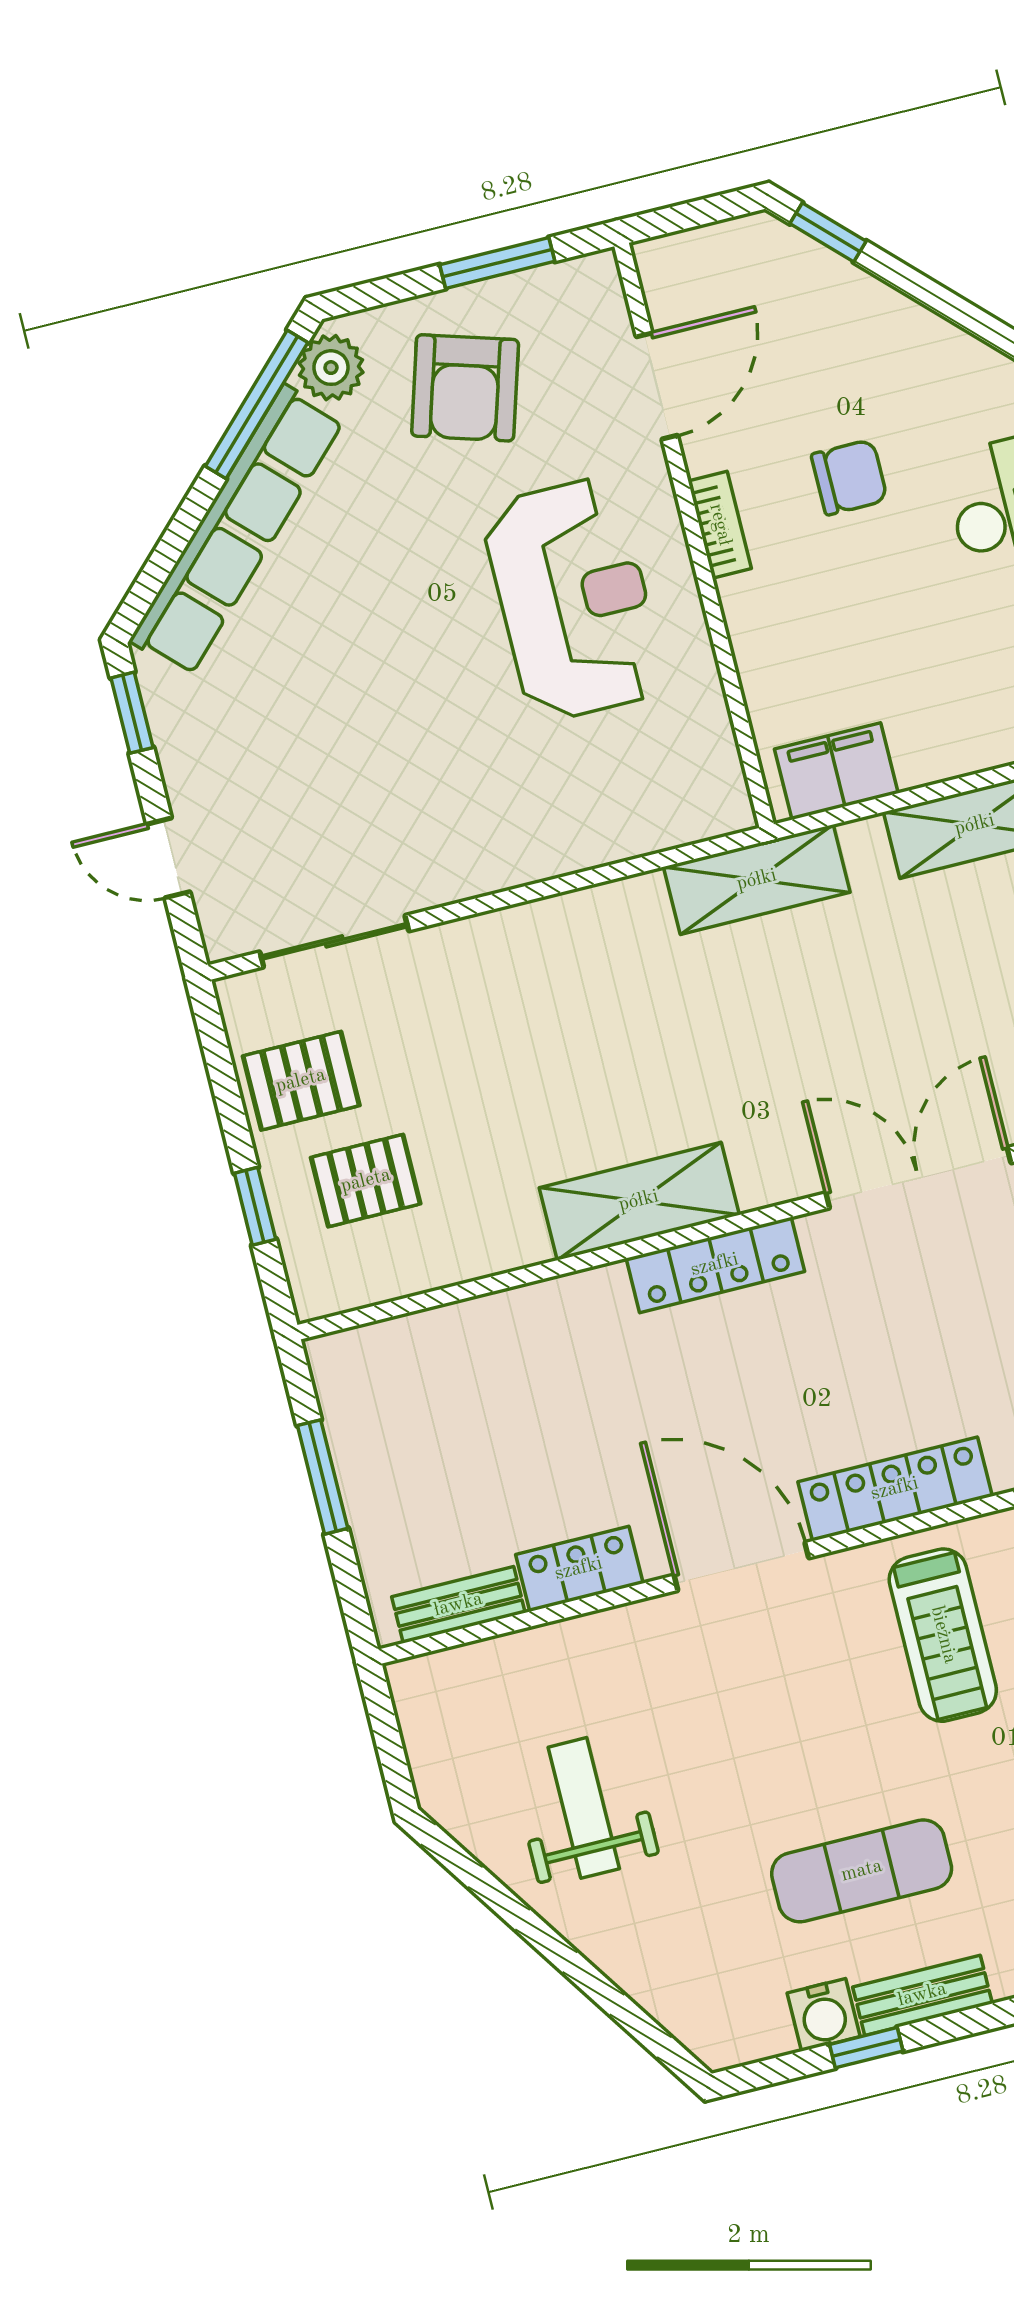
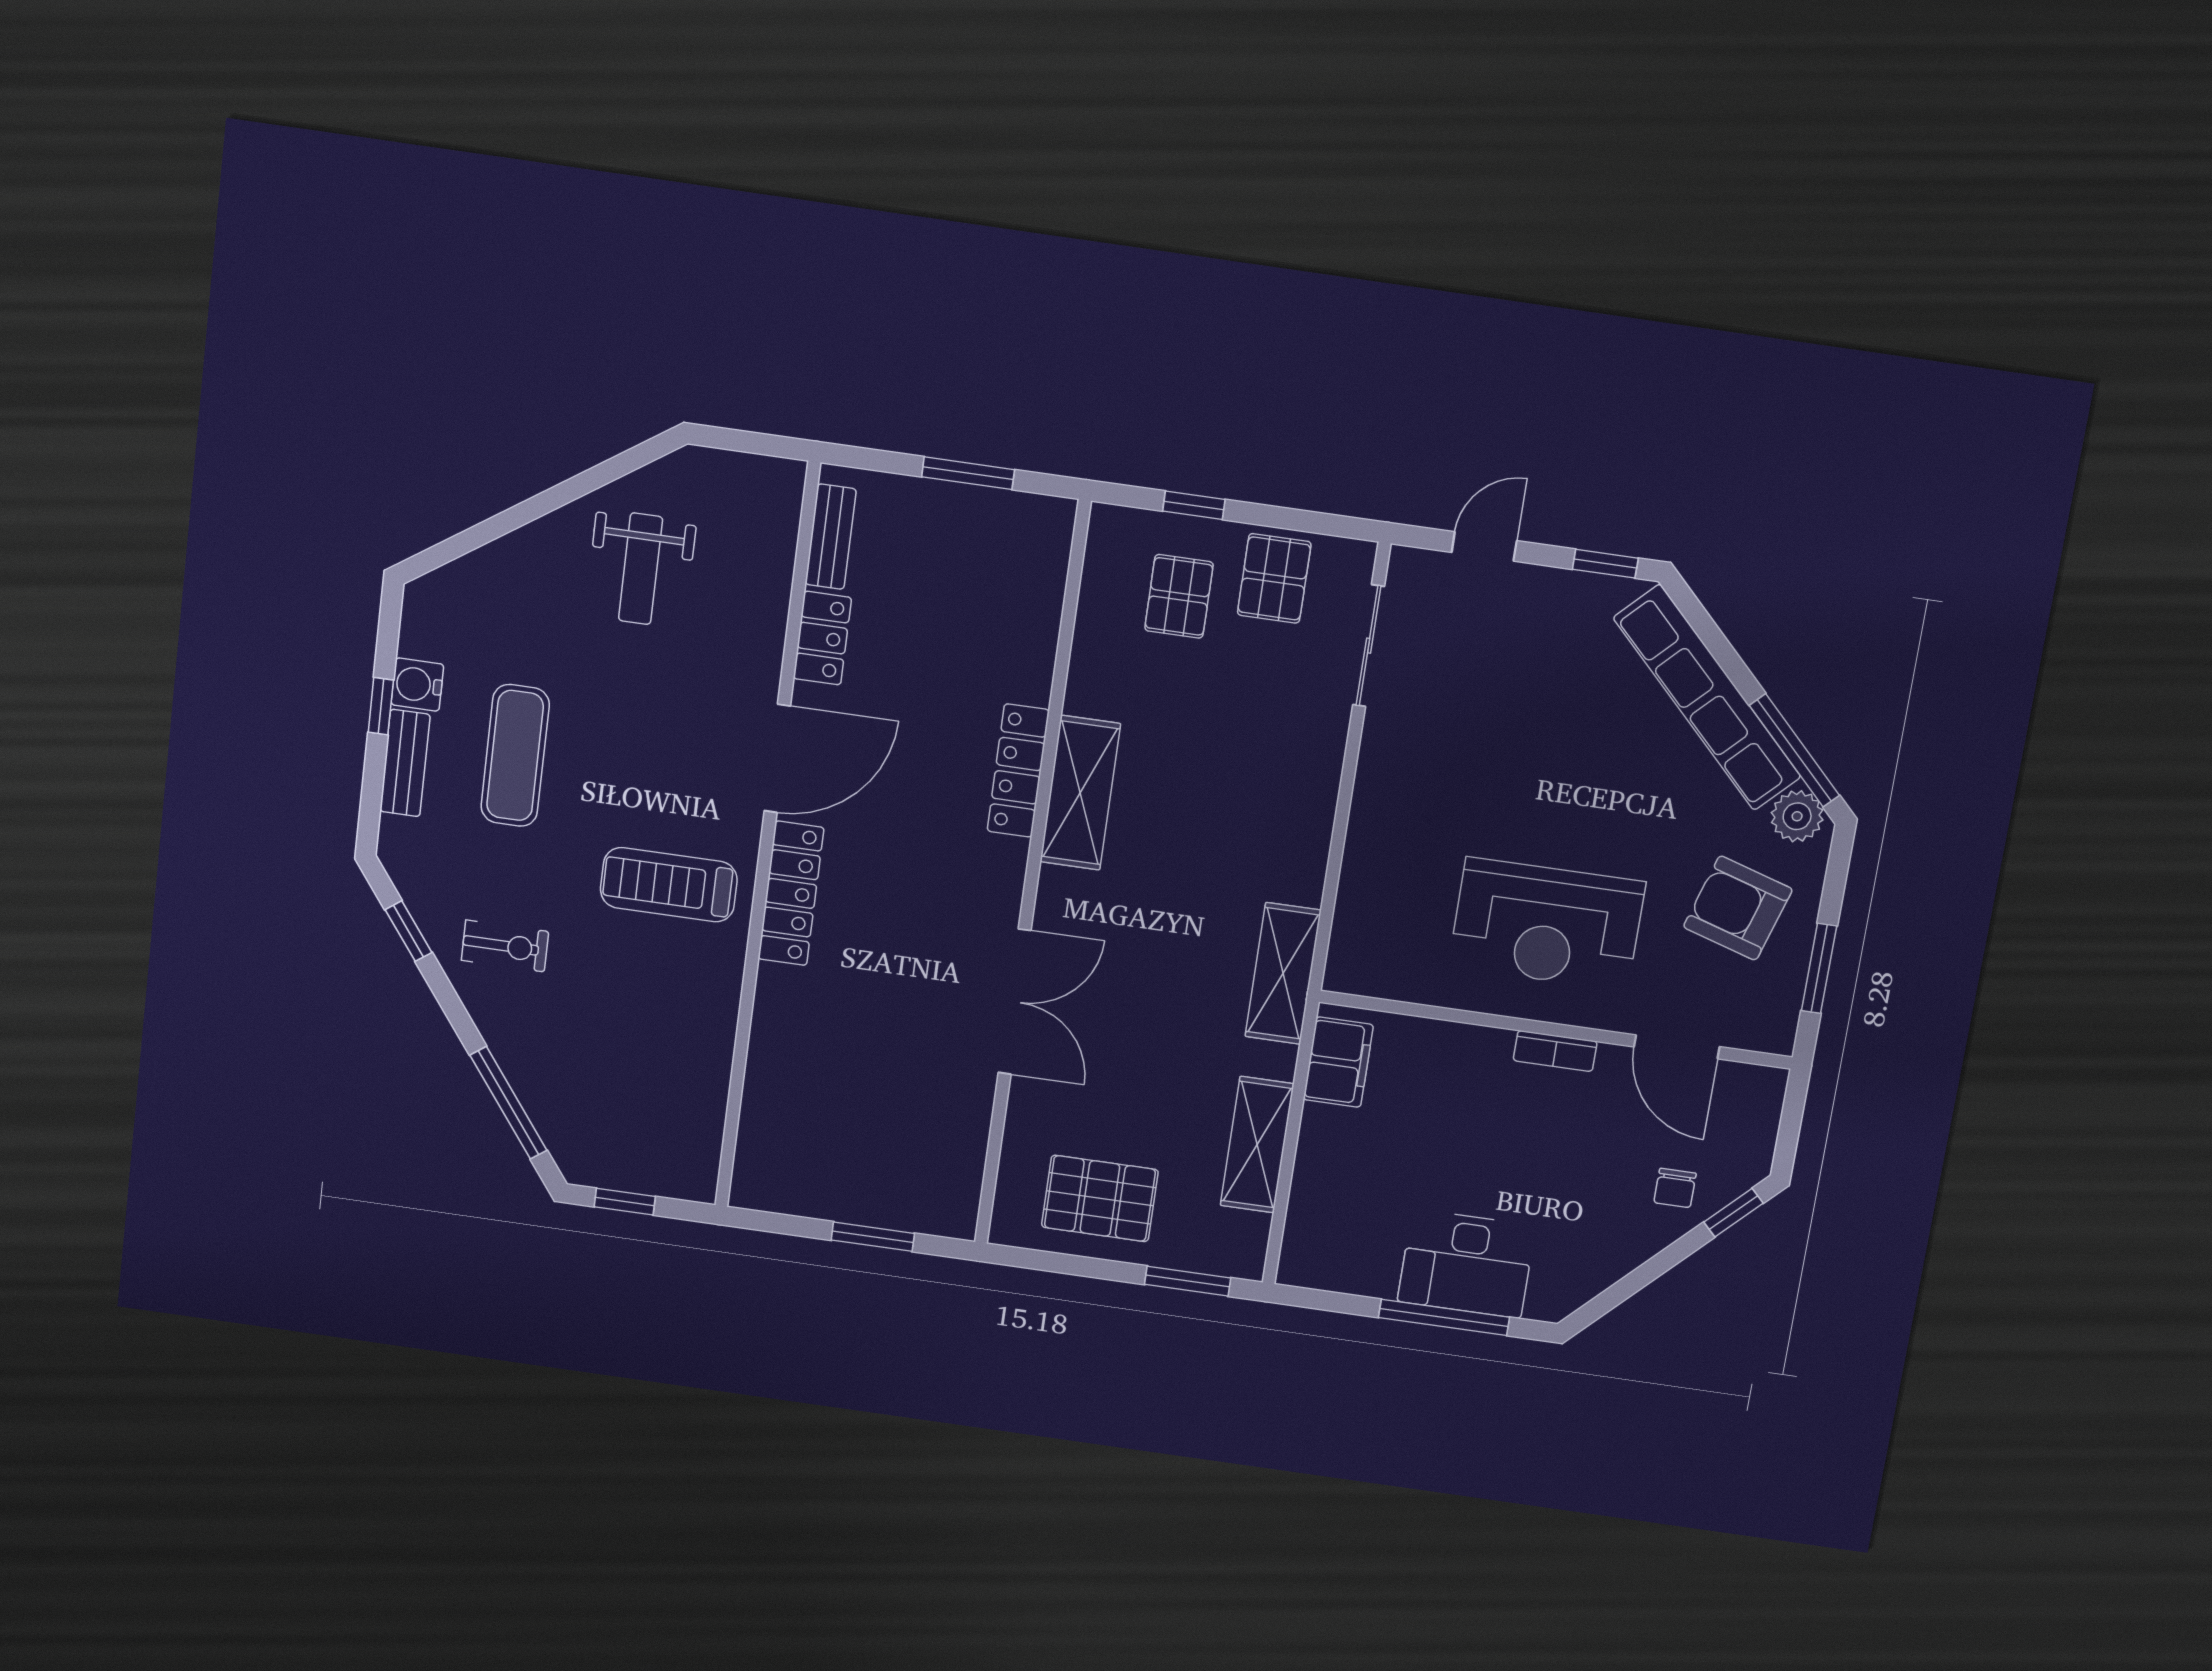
chair: (849, 477) -> (1675, 1188), moved, width x0.73, depth x0.73
locker: (715, 1265) -> (1018, 771), moved
weight bench: (584, 1808) -> (641, 569), turned 90

